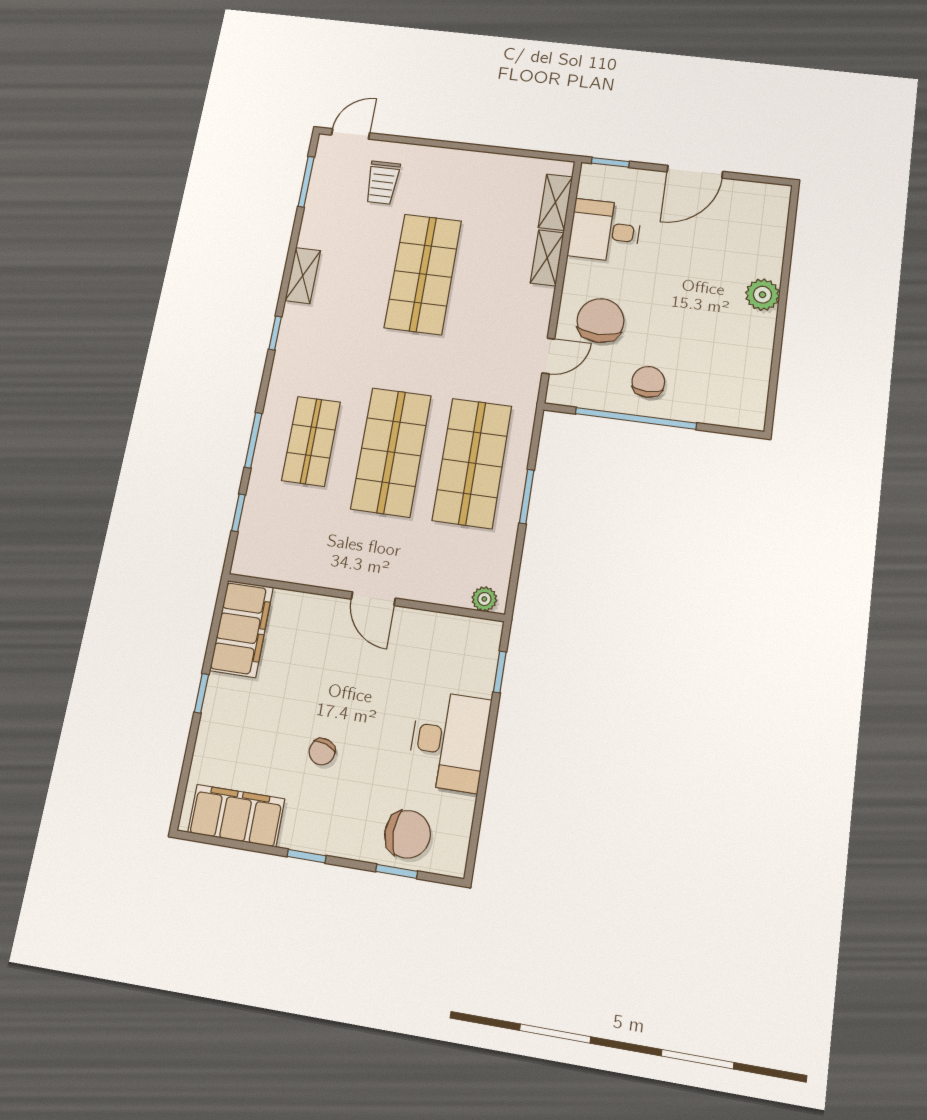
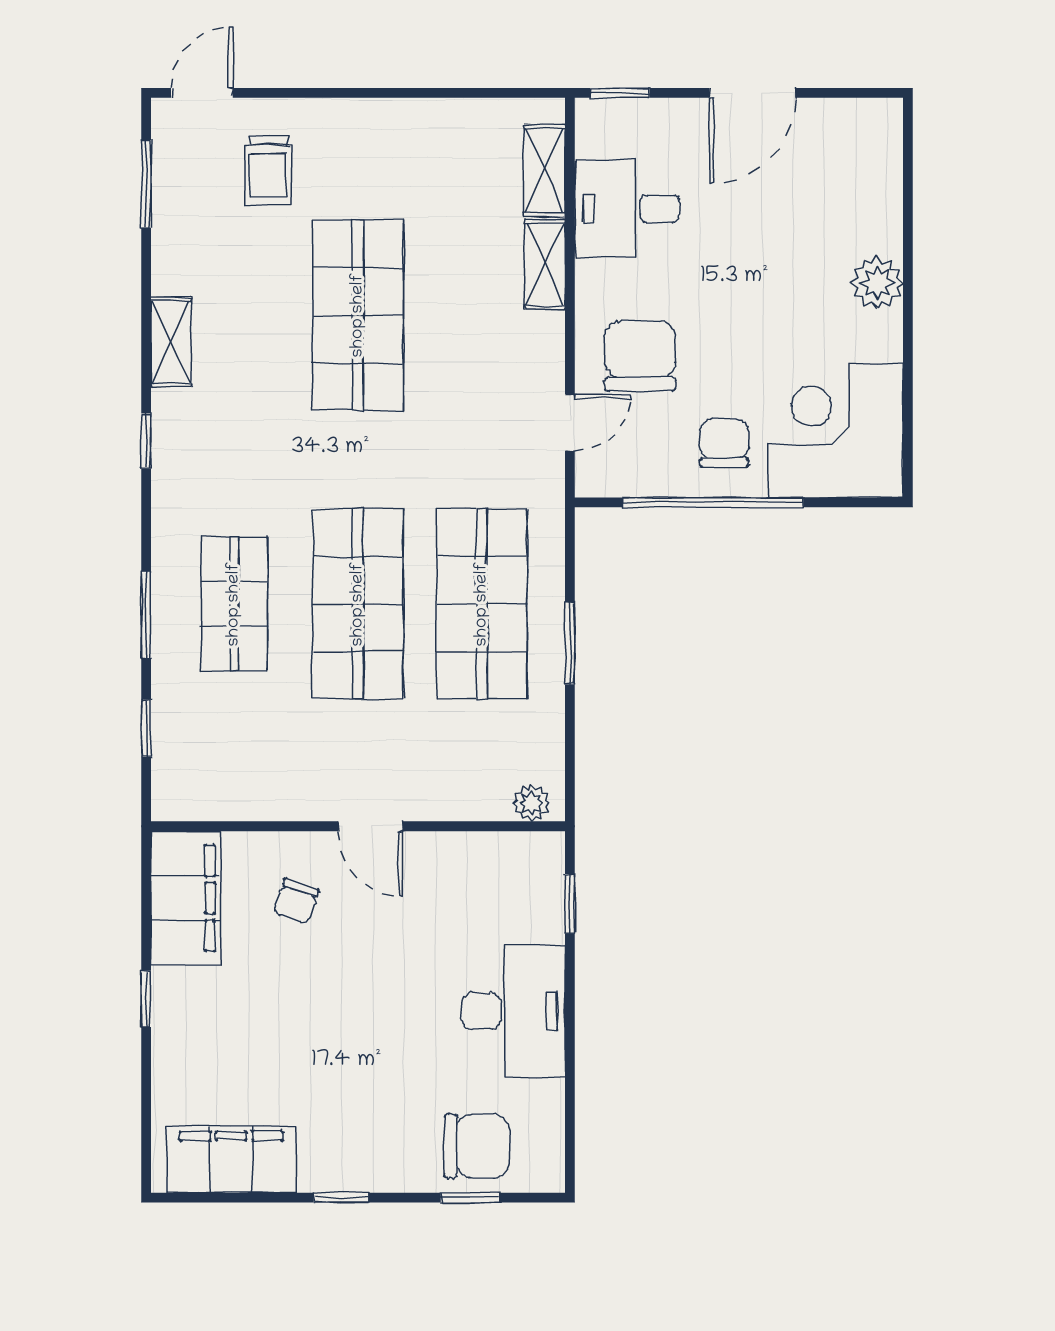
corner desk: (724, 383) -> (836, 430), added
chair: (322, 752) -> (296, 901), moved

